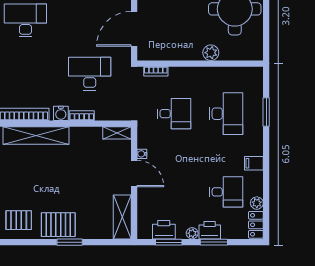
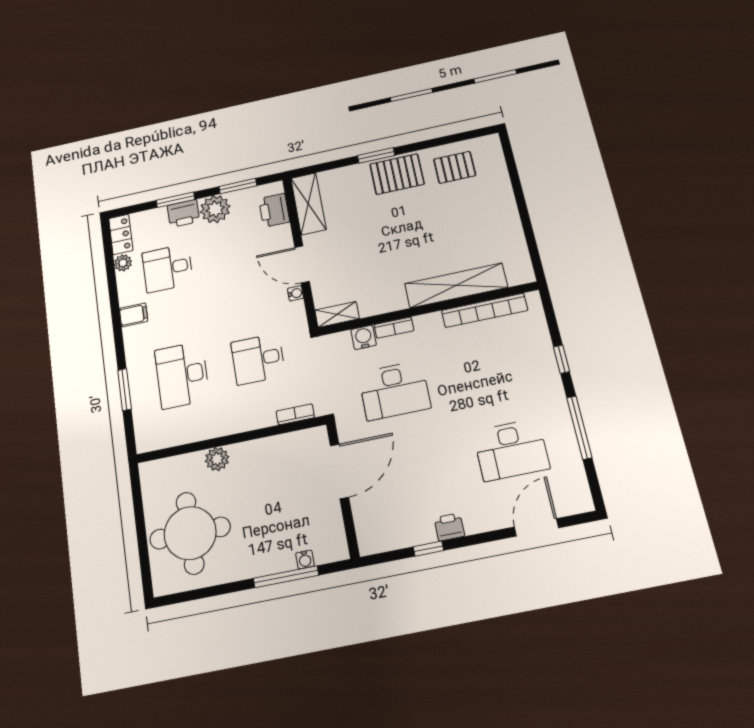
water cooler: (61, 113) -> (364, 337), moved
printer: (164, 230) -> (274, 210), moved, turned 90
plant: (192, 233) -> (215, 209), width x1.88, depth x1.88

